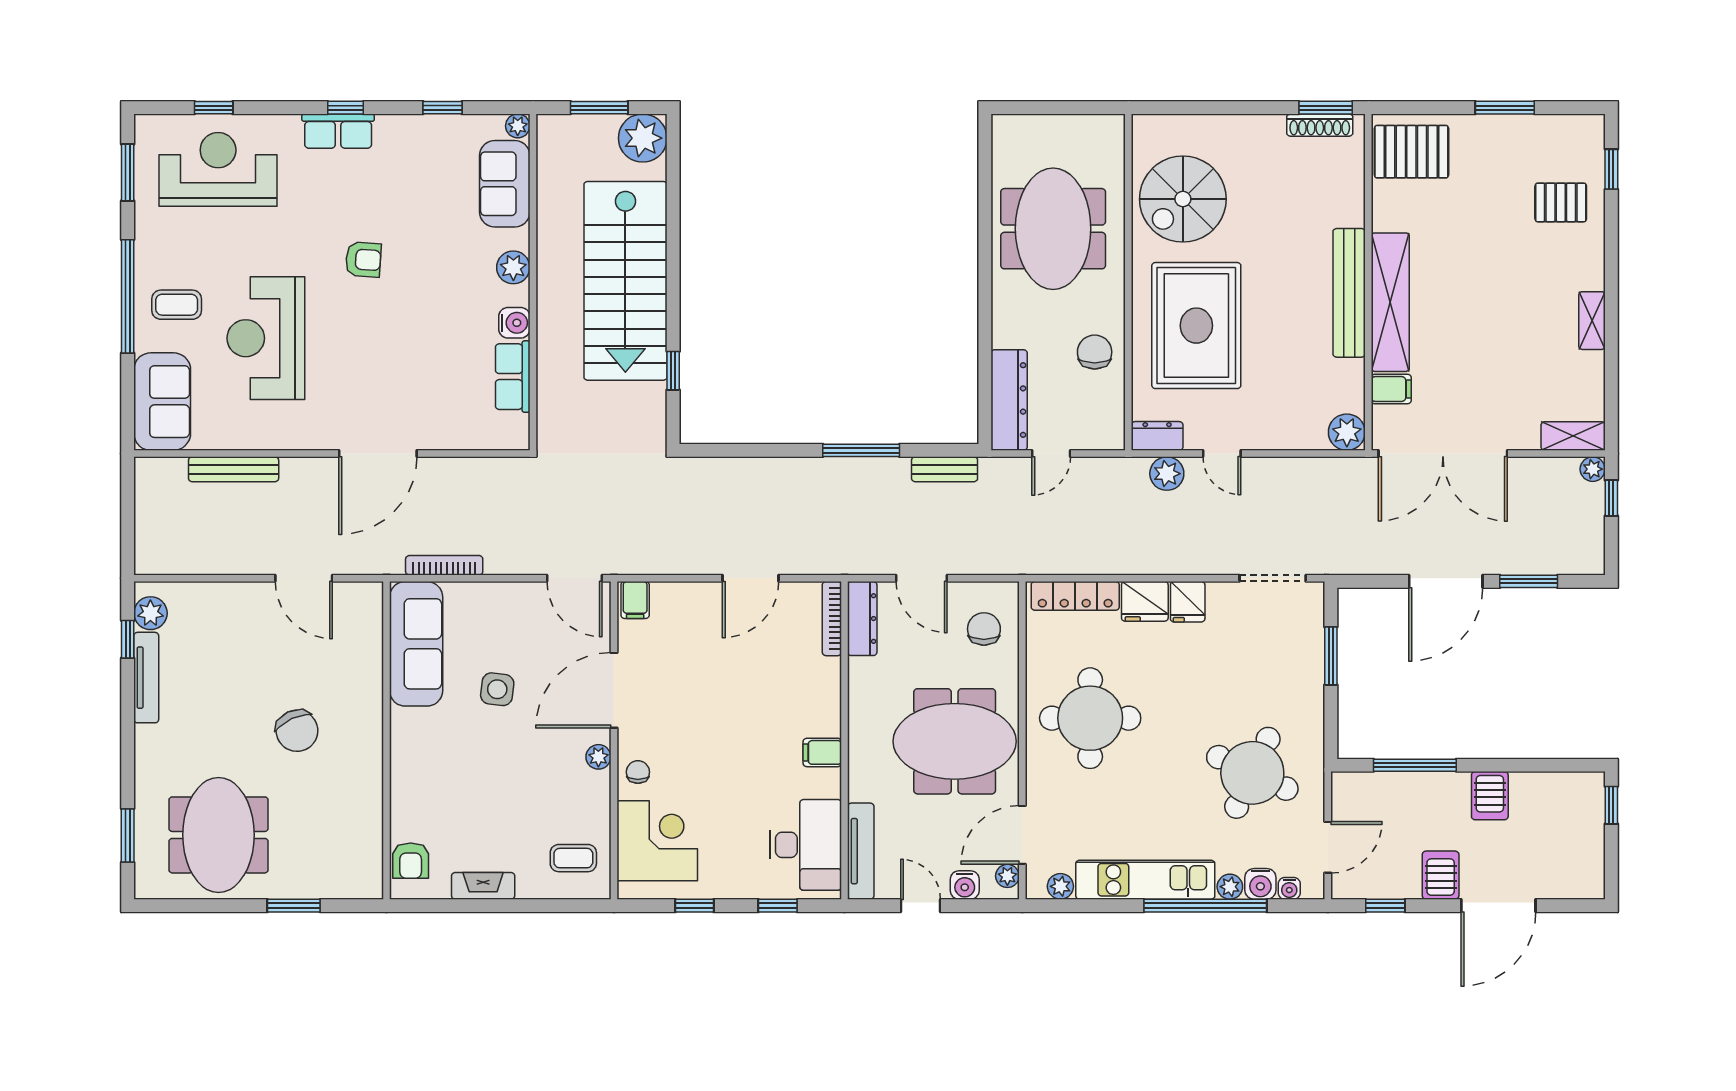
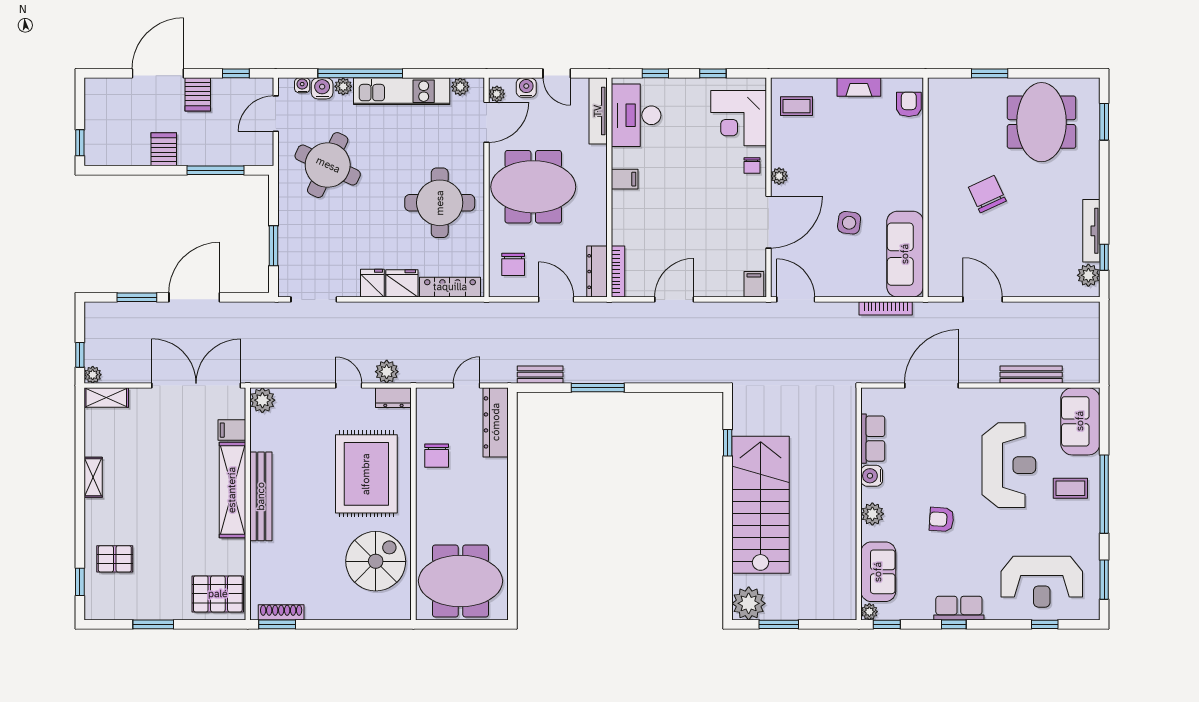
plant: (518, 126) -> (869, 612), moved
sofa: (505, 184) -> (878, 572), moved
meeting table: (1053, 229) -> (460, 581), moved, turned 90
plant: (513, 267) -> (872, 514), moved
wall: (533, 282) -> (859, 504), moved
water cooler: (514, 323) -> (872, 476), moved
row of seats: (513, 377) -> (873, 439), moved

